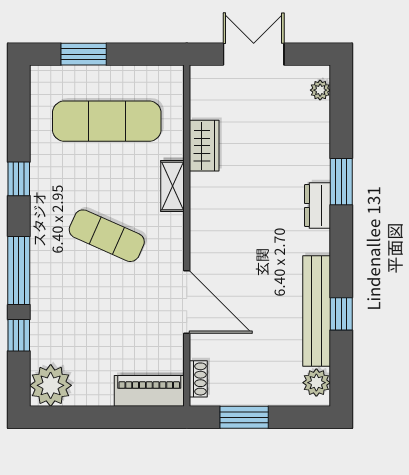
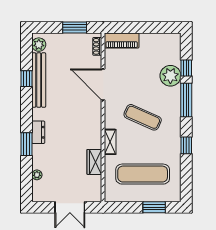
plant: (320, 90) -> (37, 175), moved
plant: (51, 385) -> (170, 76), moved

